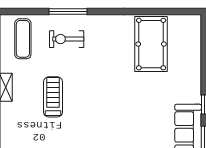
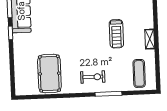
exercise bike: (67, 39) -> (93, 77), moved

